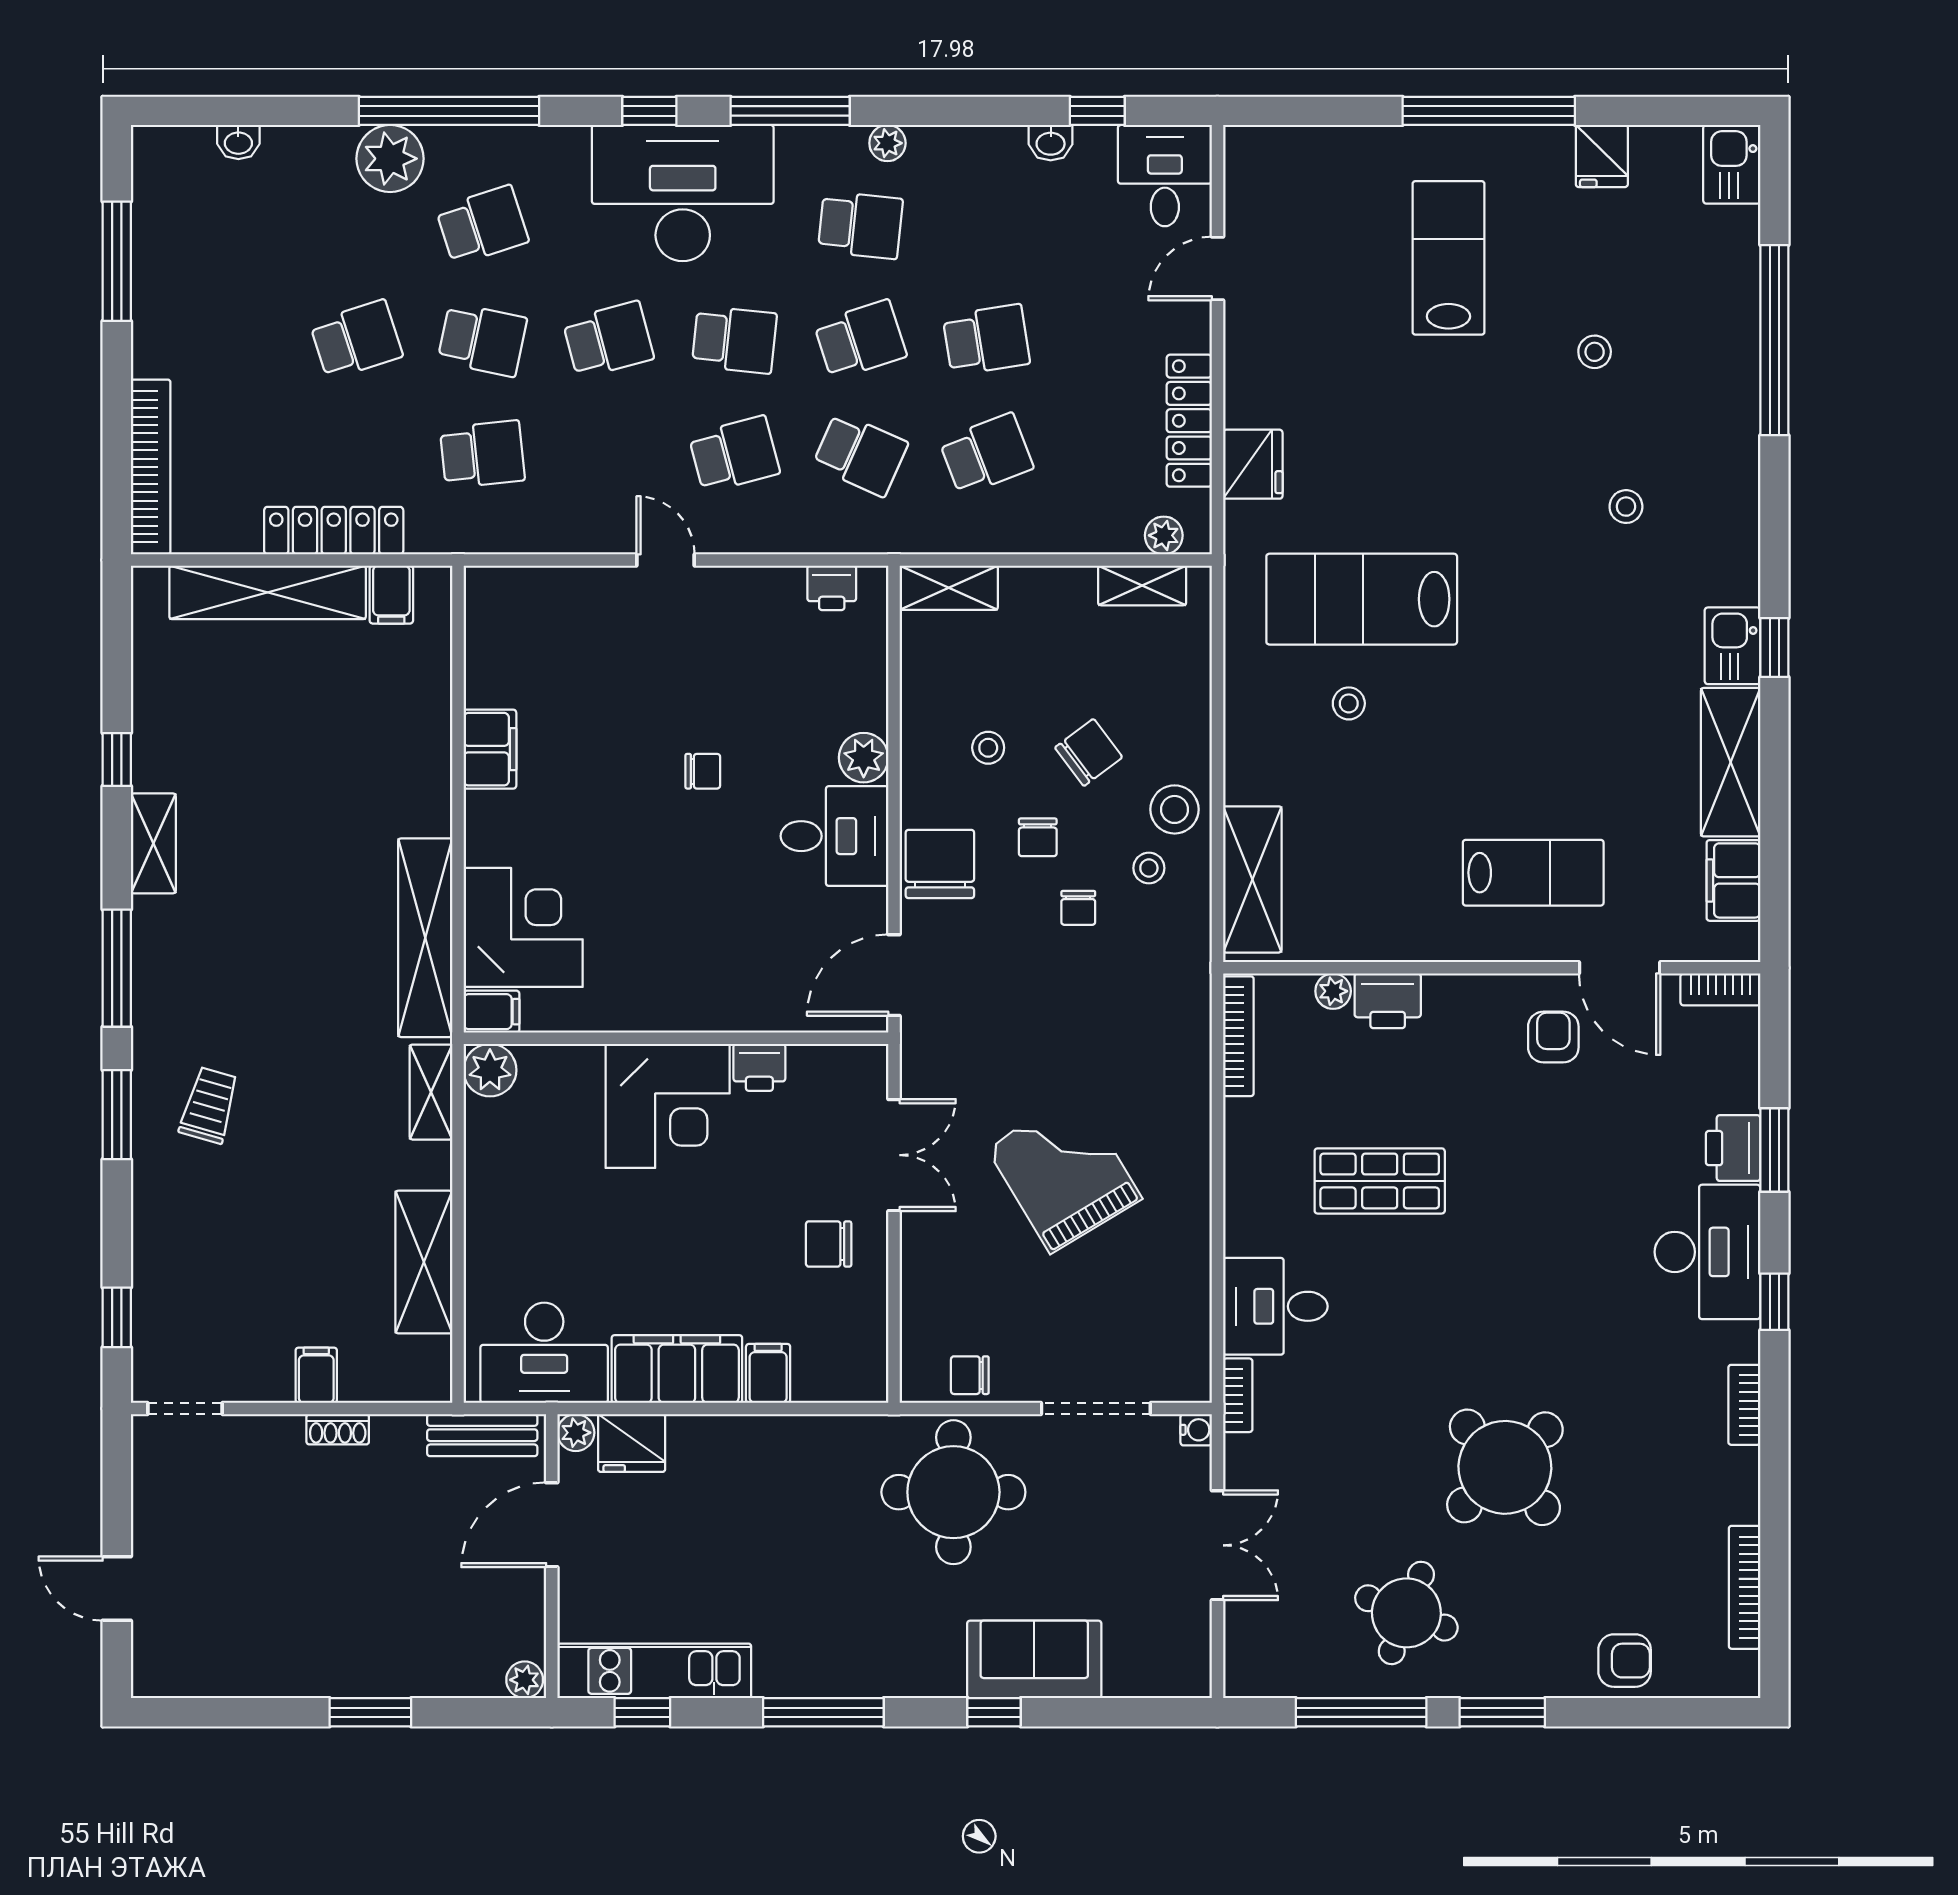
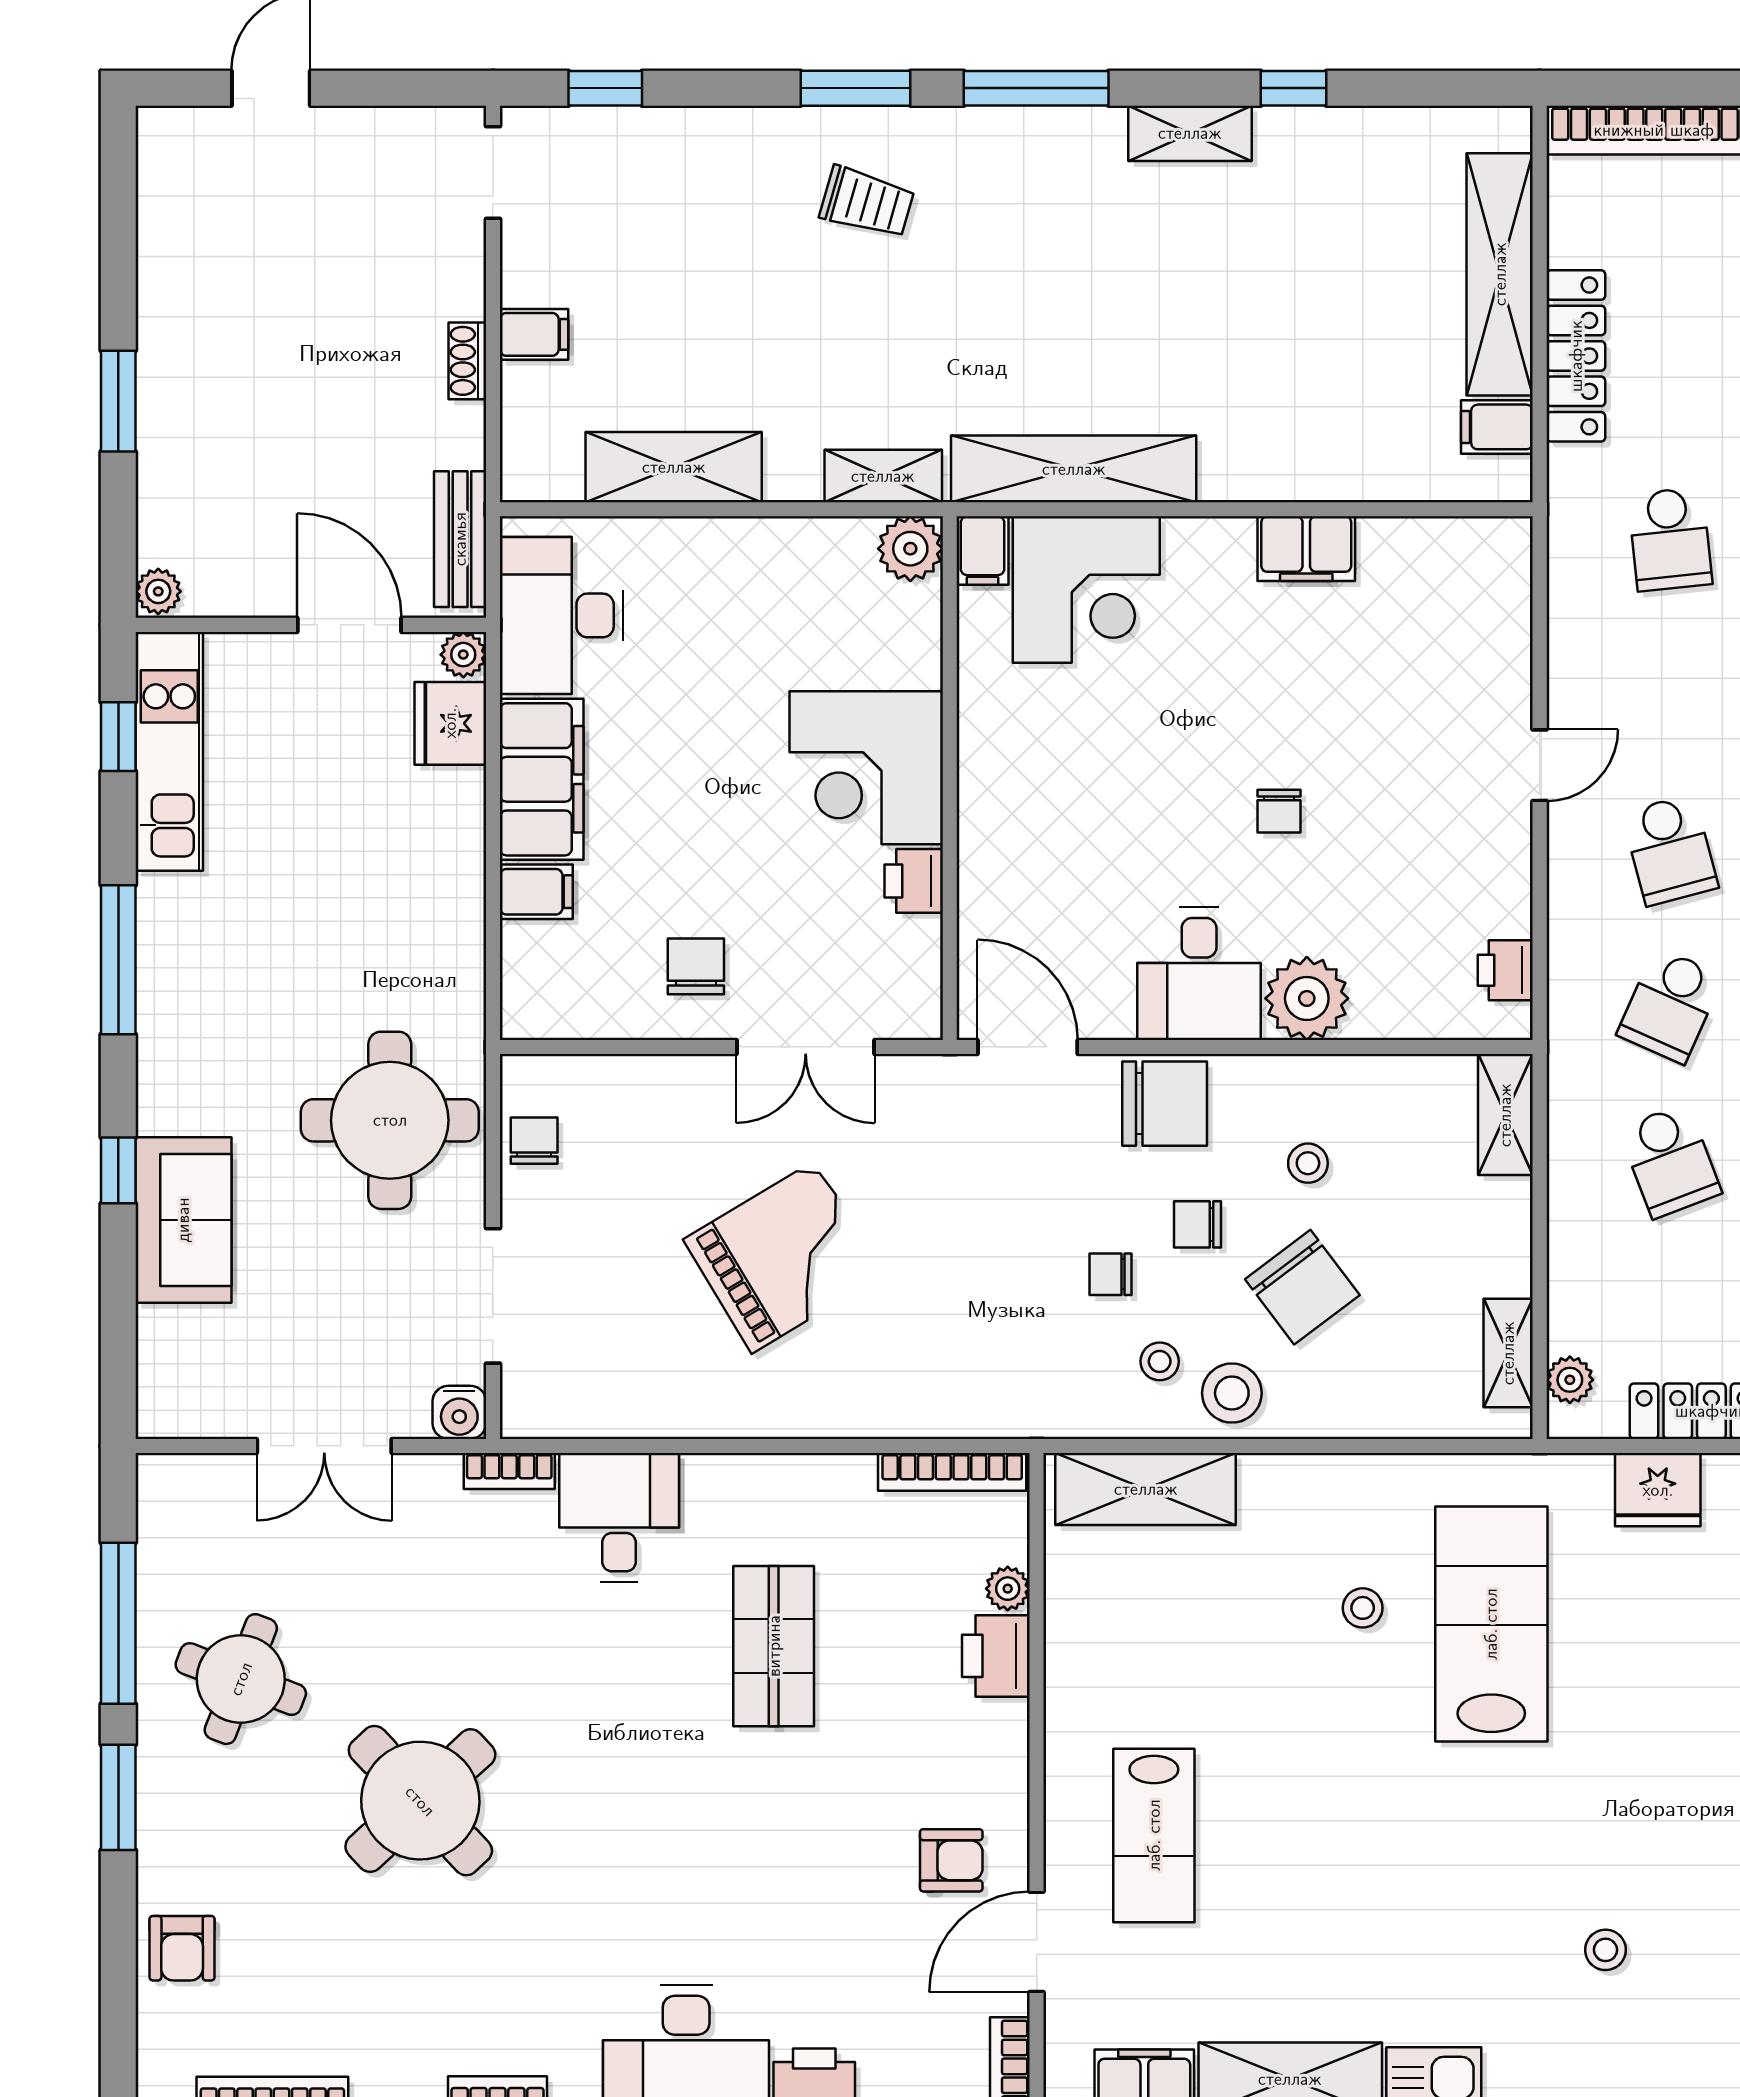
chair: (1089, 752) -> (1302, 1287), width x1.37, depth x1.37
plant: (864, 758) -> (1307, 998), width x1.36, depth x1.36
water cooler: (1196, 1430) -> (459, 1412), width x1.38, depth x1.38

